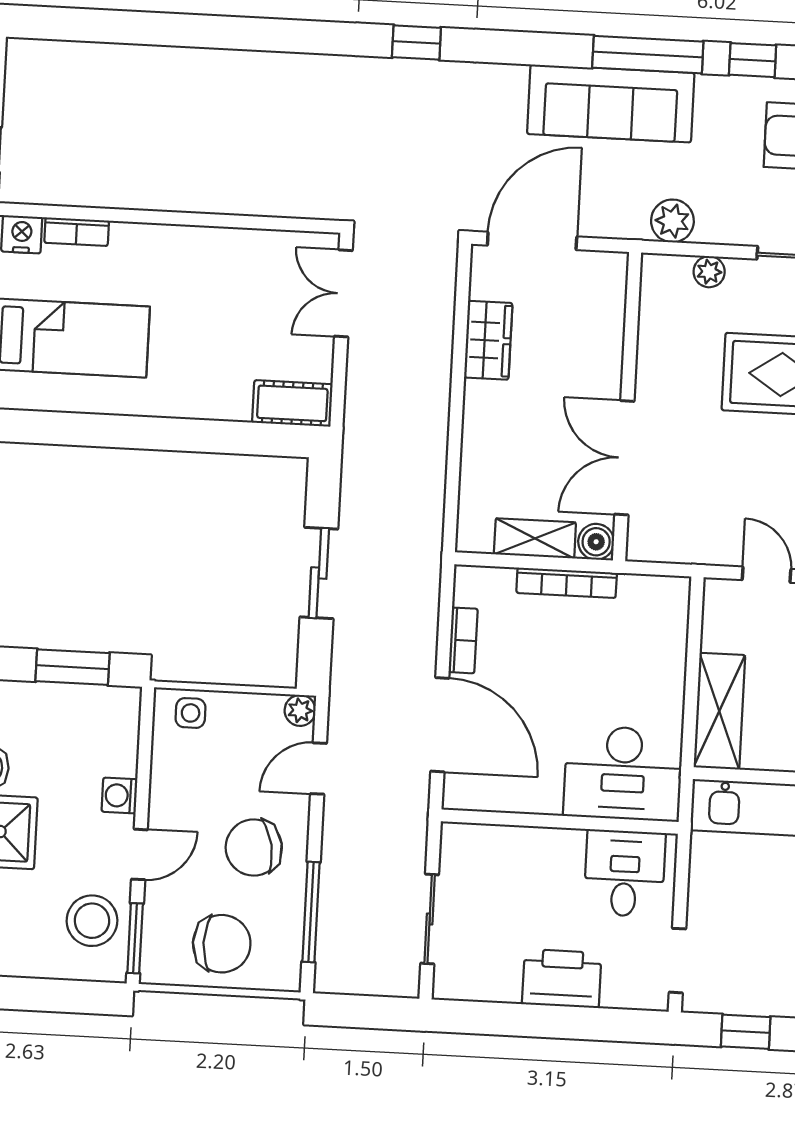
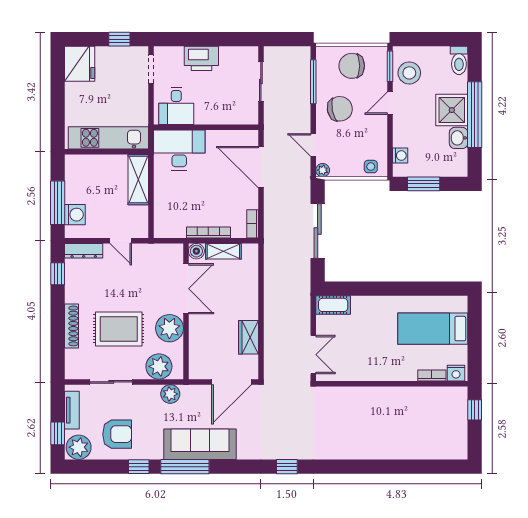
plant: (709, 272) -> (159, 366), width x1.87, depth x1.87
plant: (666, 370) -> (169, 328), added
sliding door: (319, 573) -> (318, 231), width x1.37
bookcase: (463, 640) -> (253, 224), moved
door: (318, 769) -> (313, 145), swing flipped
washing machine: (119, 796) -> (400, 156), moved

